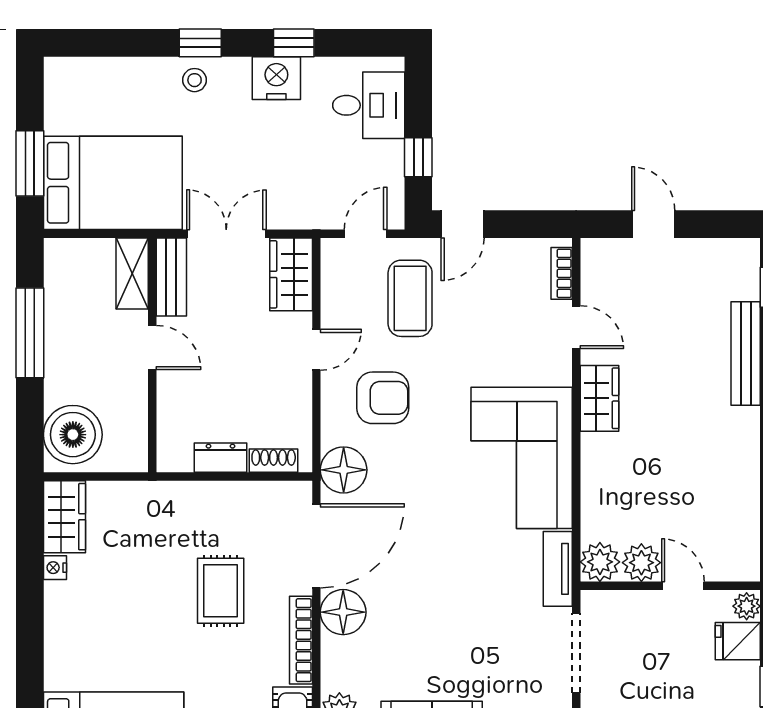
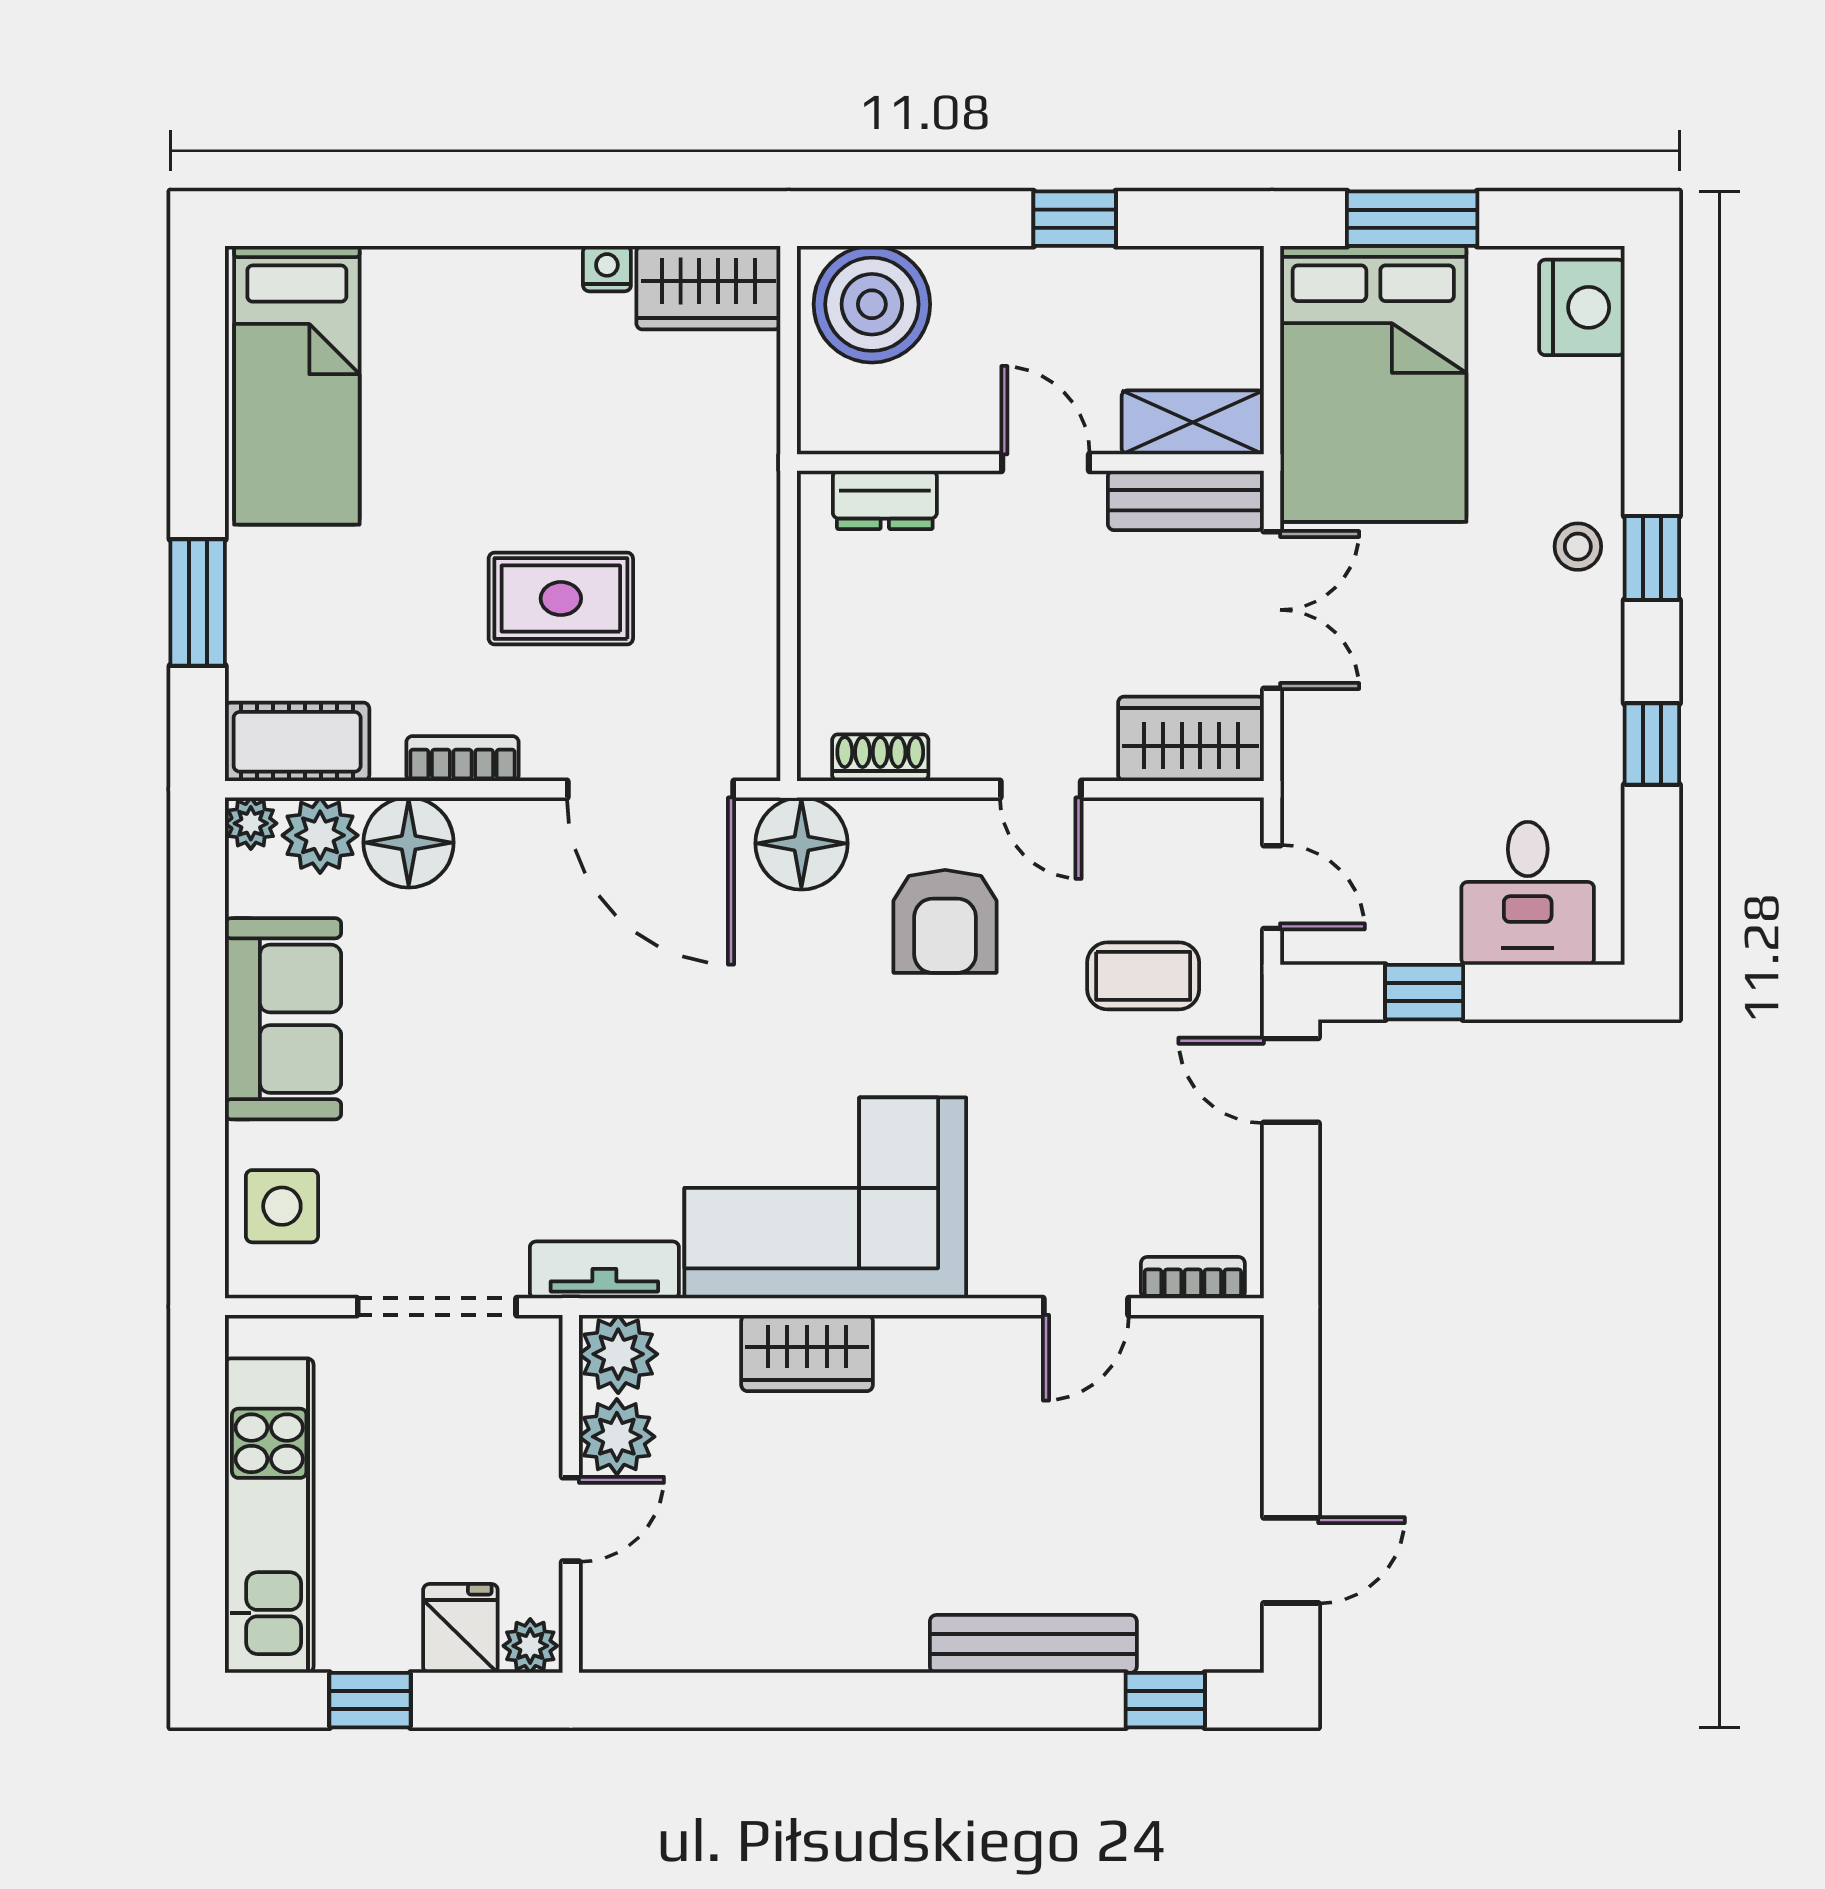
nightstand: (276, 78) -> (1582, 307), moved
door: (653, 224) -> (1291, 1560), moved
coffee table: (410, 298) -> (1143, 976), width x0.73, depth x0.77
window: (30, 333) -> (1075, 219), width x0.46
door: (152, 347) -> (1045, 462), swing flipped
wardrobe: (599, 398) -> (807, 1353), moved
dresser: (221, 458) -> (885, 500), moved, turned 90
shoe rack: (274, 461) -> (880, 758), moved, turned -90
floor lamp: (343, 612) -> (409, 843), moved
bookcase: (301, 640) -> (463, 759), width x0.64

